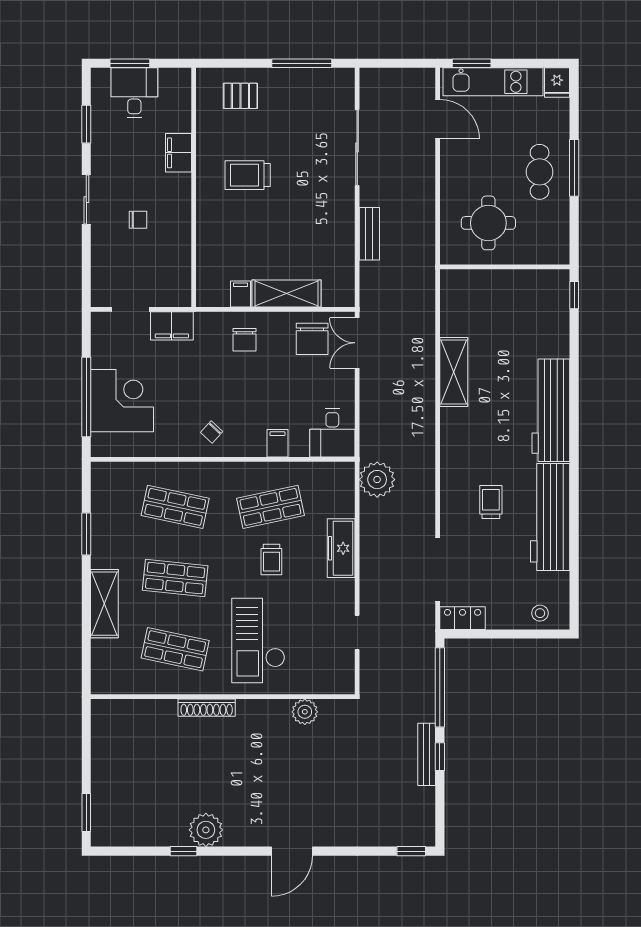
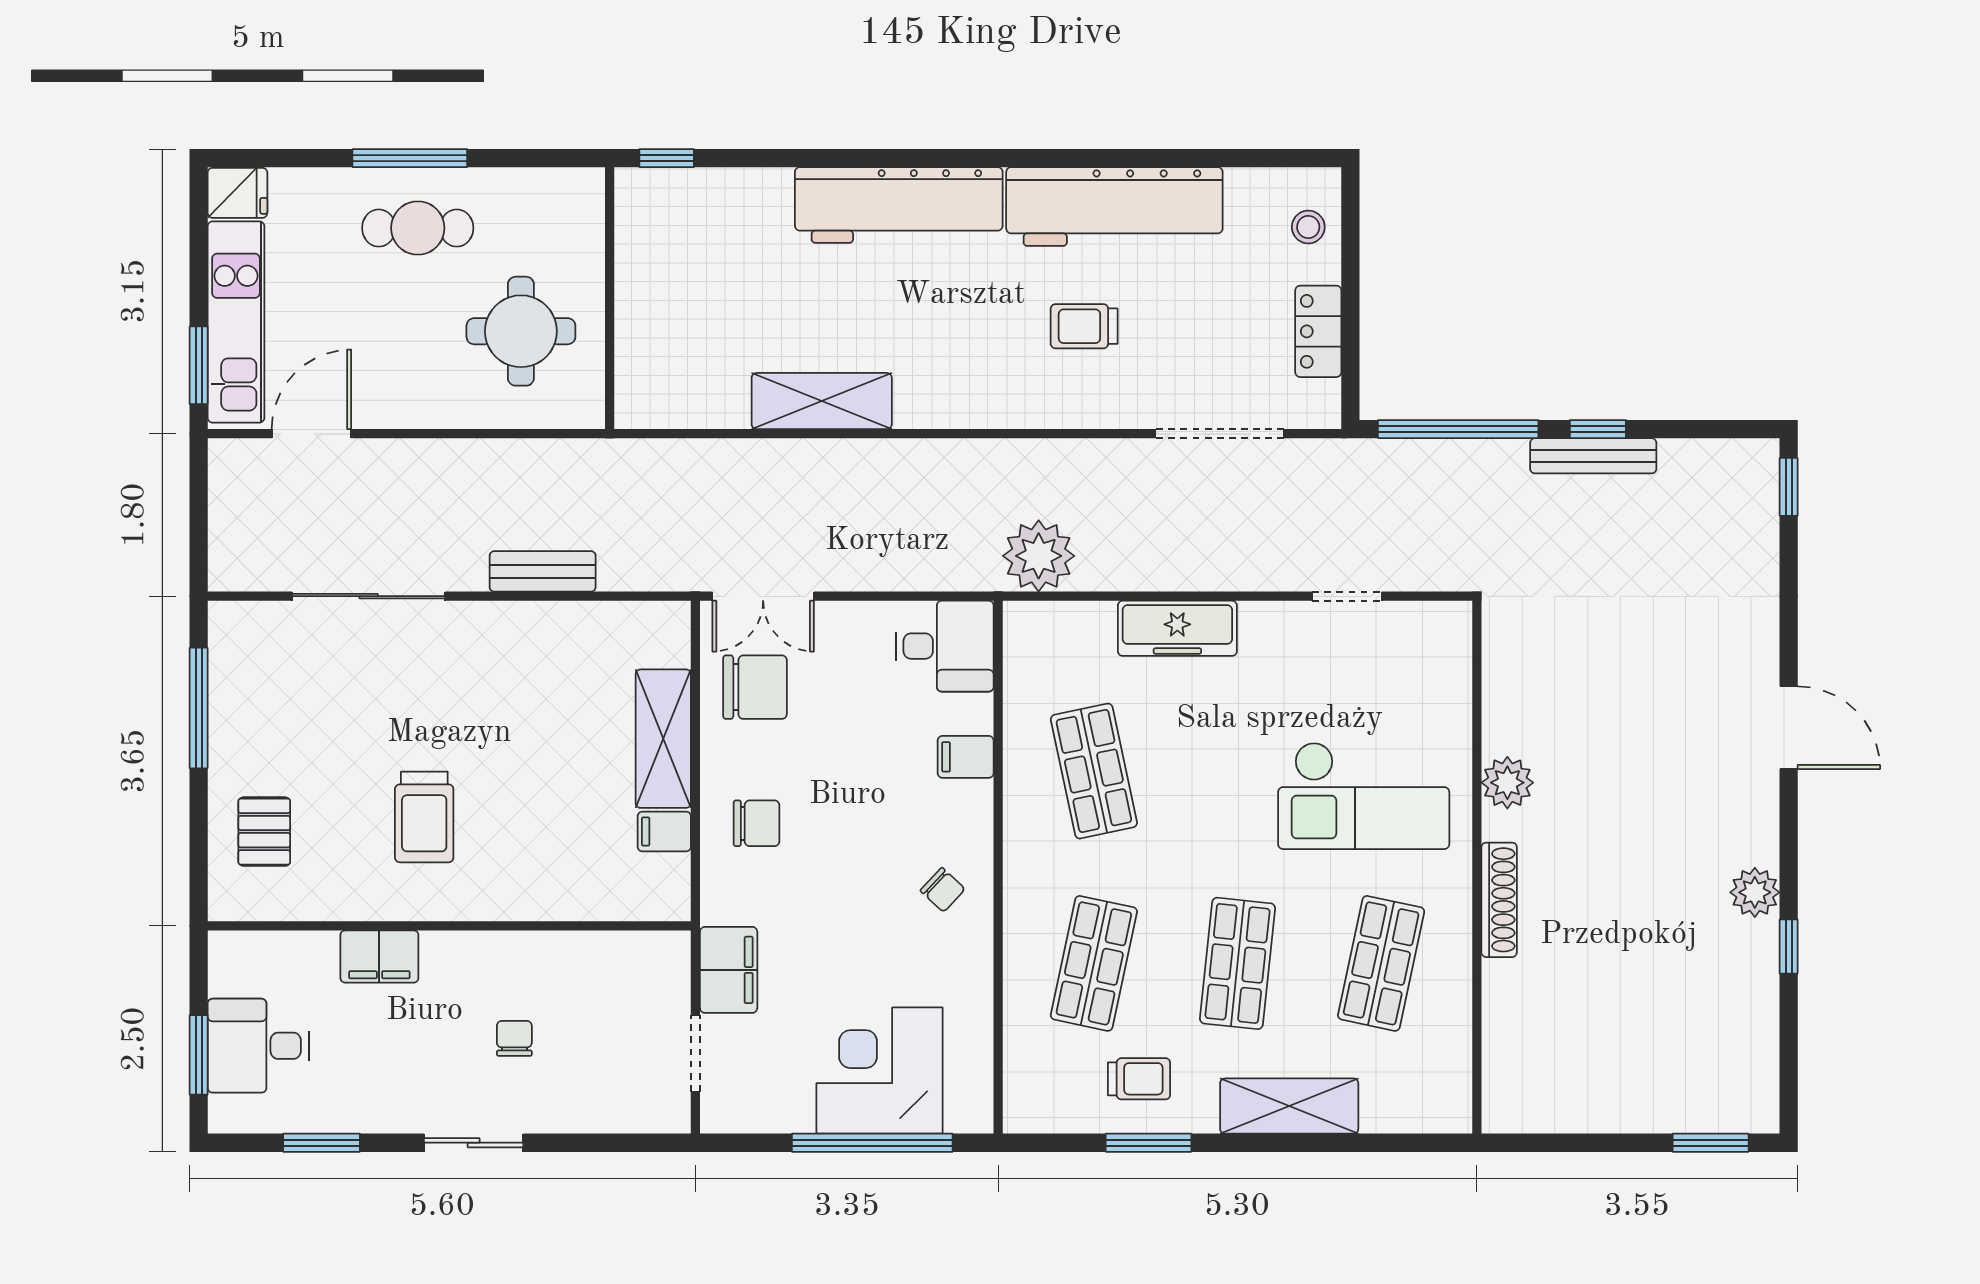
trolley: (271, 559) -> (1139, 1079), moved
locker: (463, 618) -> (1318, 331), moved
plant: (305, 712) -> (1507, 783), moved
plant: (206, 830) -> (1755, 892), width x0.73, depth x0.73

